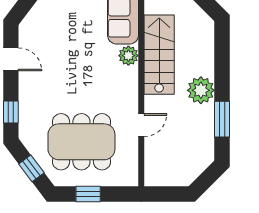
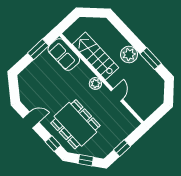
plant: (128, 56) -> (95, 83), moved
dining table: (81, 142) -> (75, 124), moved, turned 90

